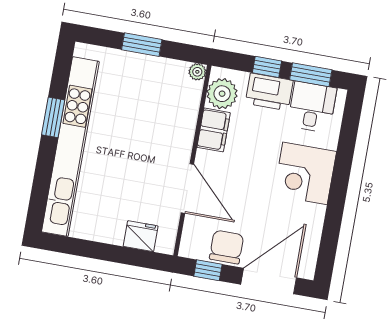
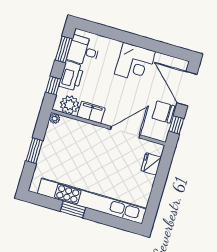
window: (267, 67) -> (53, 86), moved
corner desk: (305, 173) -> (135, 63), moved

